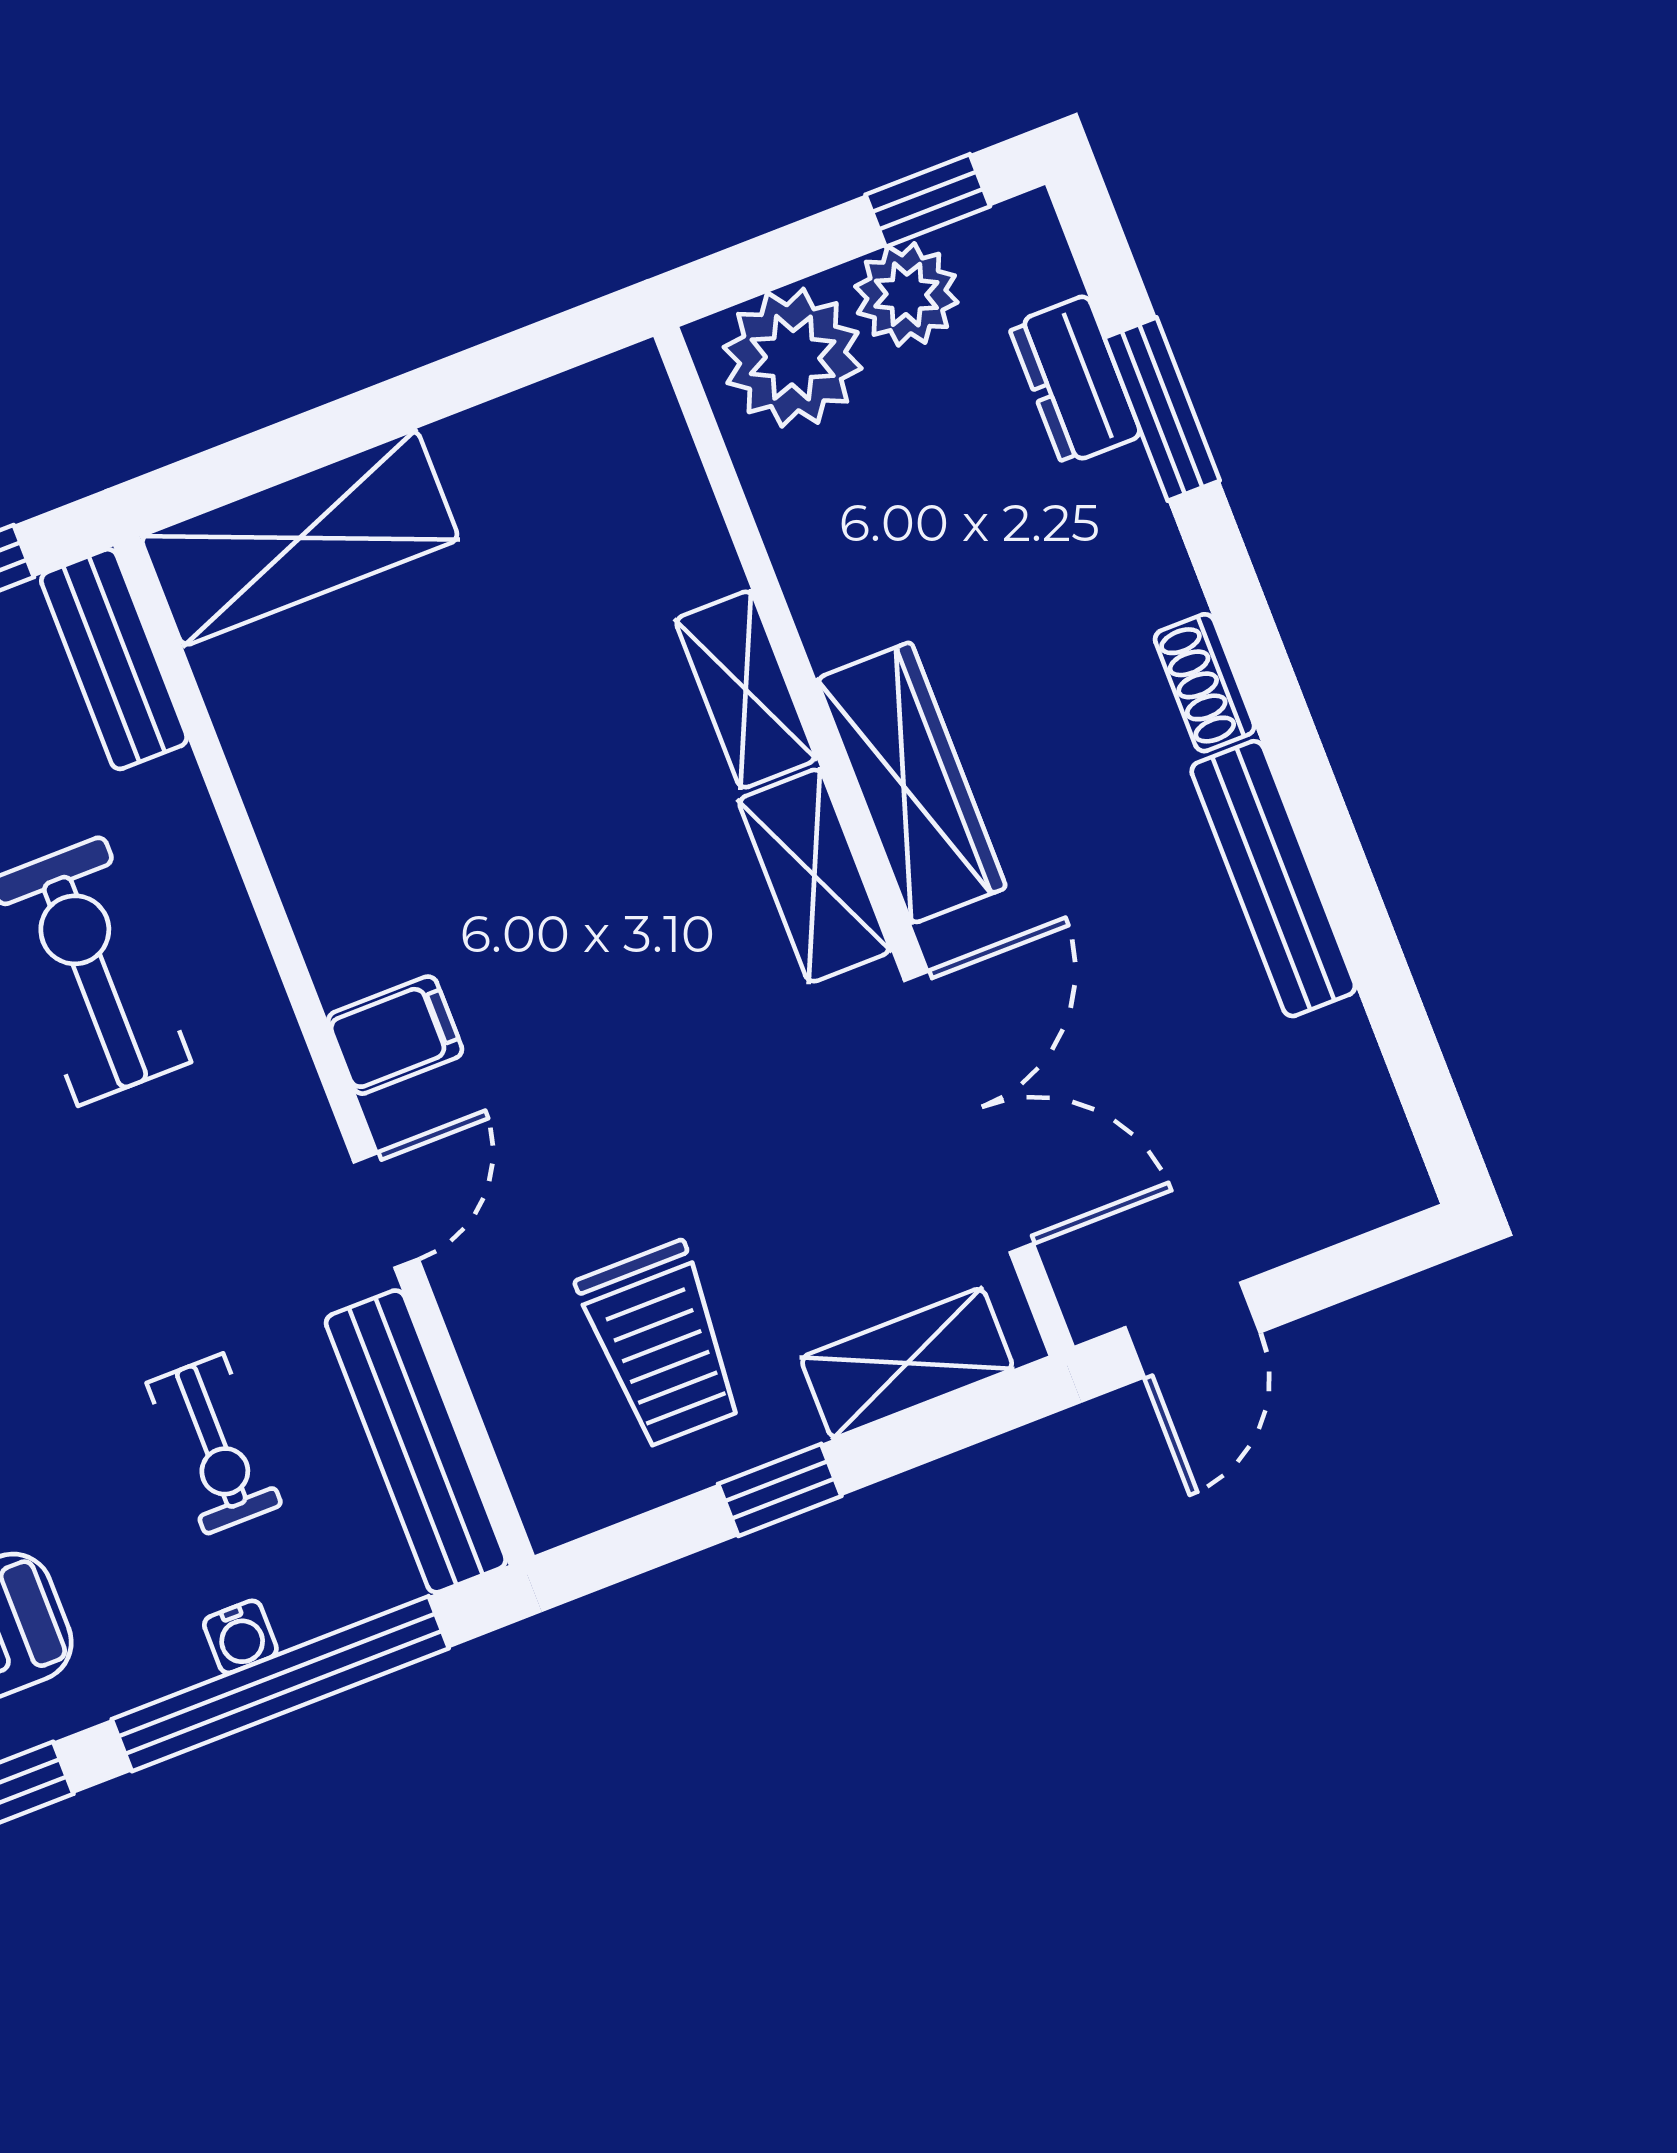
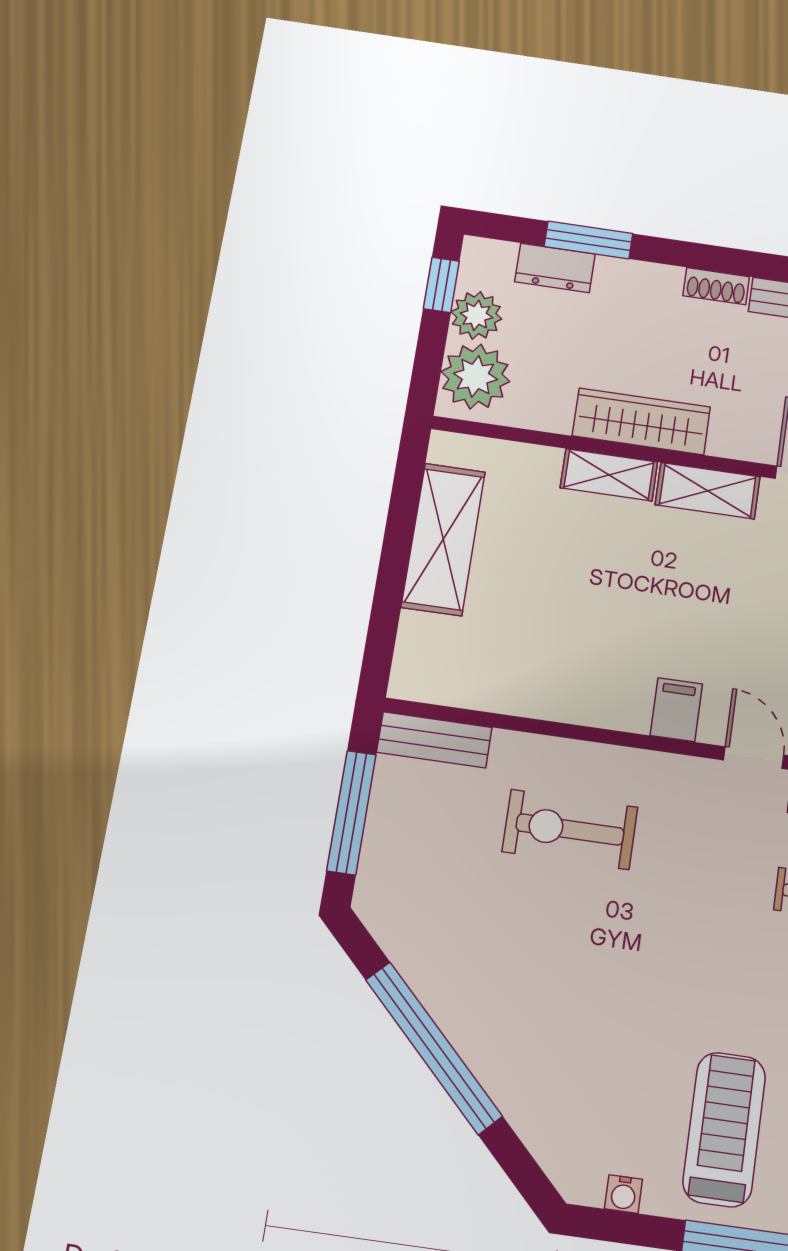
shelving: (300, 538) -> (443, 539), moved
wardrobe: (911, 783) -> (641, 421), moved

